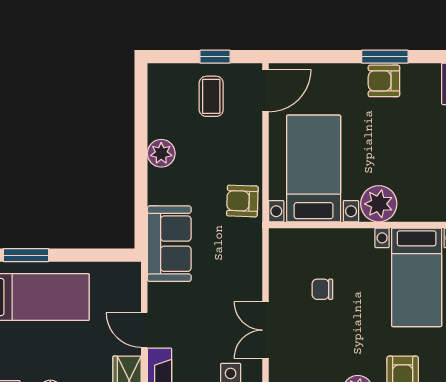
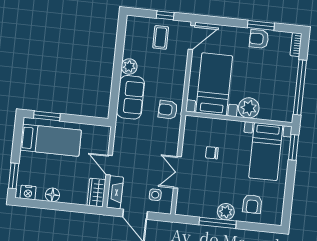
armchair: (242, 201) -> (168, 110), moved
sofa: (169, 244) -> (130, 97), moved

